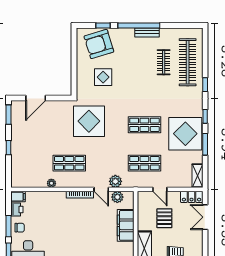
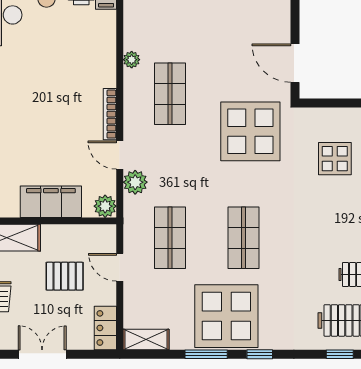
window: (205, 85) -> (340, 354), moved
door: (36, 98) -> (295, 63), moved
door: (101, 189) -> (120, 155), hinge flipped
door: (160, 189) -> (120, 267), hinge flipped
plant: (117, 197) -> (105, 206), moved
double door: (205, 217) -> (42, 354), moved

